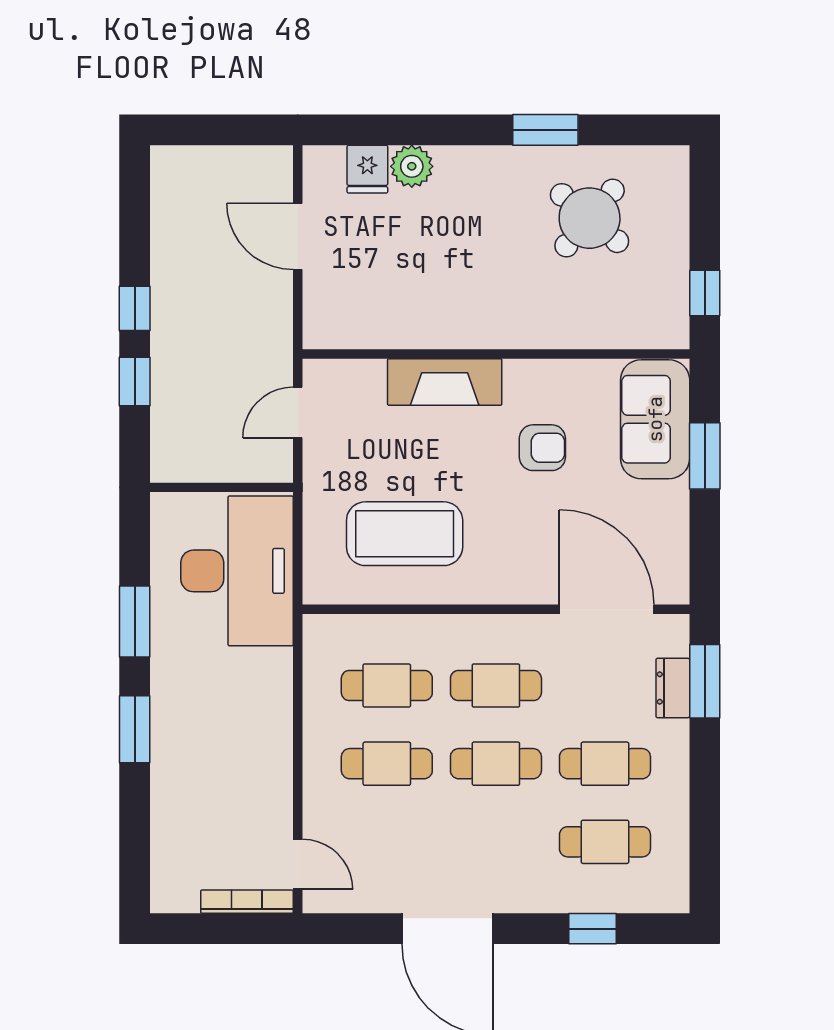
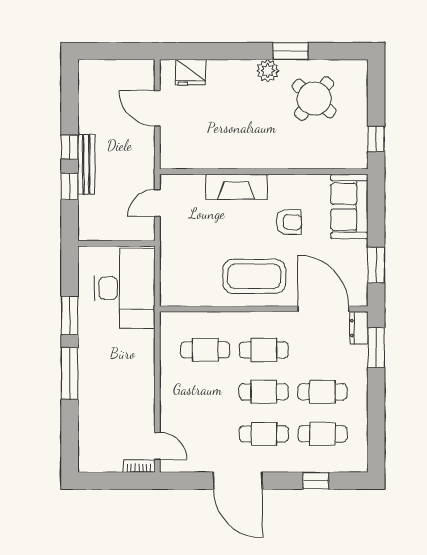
plant: (412, 166) -> (268, 71), moved
fridge: (367, 169) -> (191, 72), width x1.38
bench: (166, 340) -> (86, 164), added
window: (705, 456) -> (376, 265), moved
coffee table: (405, 534) -> (254, 276), moved
dresser: (673, 688) -> (359, 328), moved
window: (135, 729) -> (70, 373), width x1.44
cafe table: (387, 764) -> (264, 434), moved
bookcase: (247, 902) -> (139, 466), width x0.64

